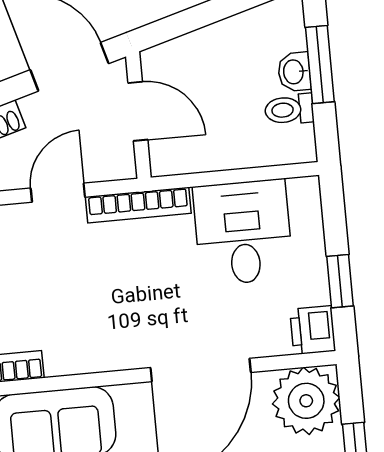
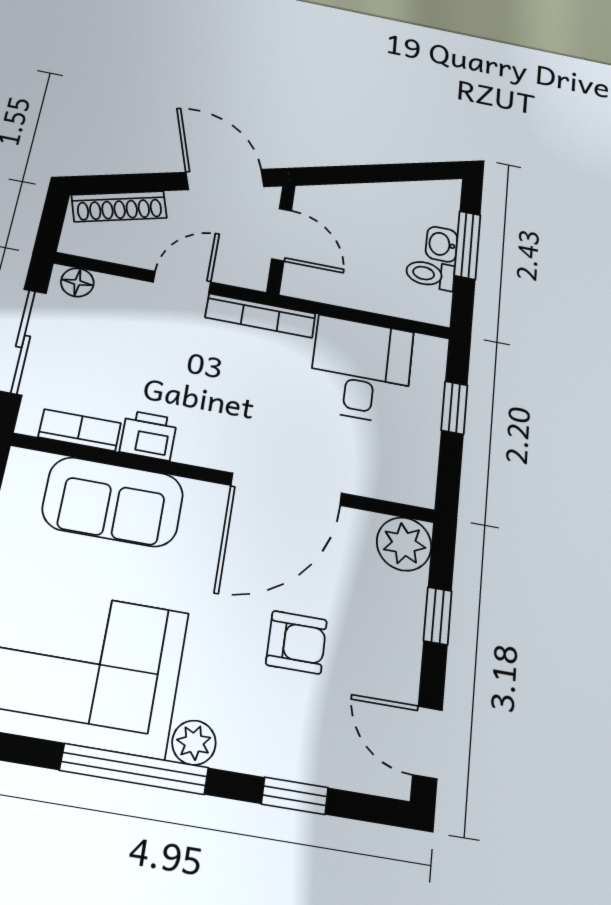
window: (340, 281) -> (454, 408), moved
printer: (313, 330) -> (148, 435), moved, turned 90
plant: (306, 401) -> (404, 544), width x0.73, depth x0.73

